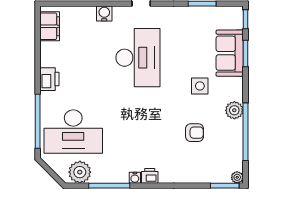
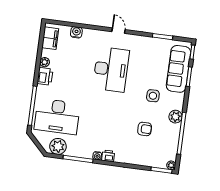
water cooler: (104, 13) -> (76, 32), moved
sofa: (230, 53) -> (178, 69), width x1.36
plant: (46, 60) -> (45, 62), added

